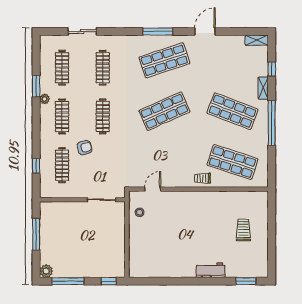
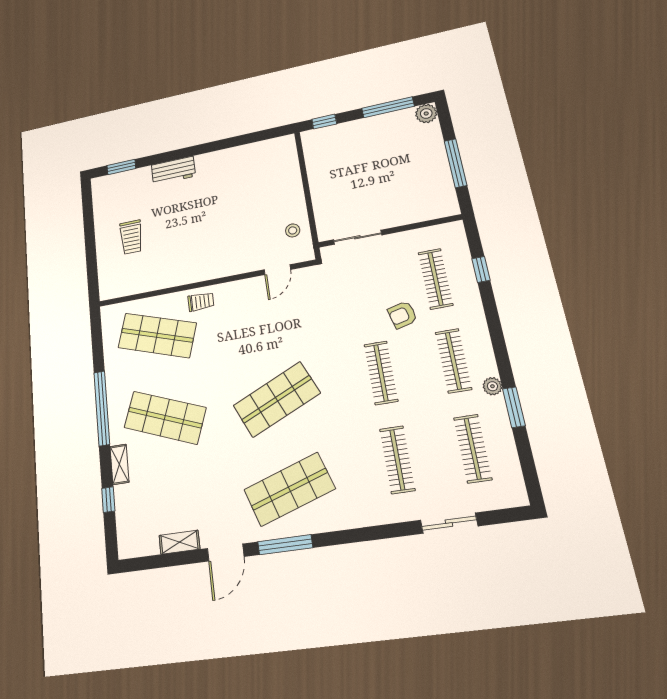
window: (158, 31) -> (285, 545), moved
shelving: (257, 40) -> (179, 542), moved

